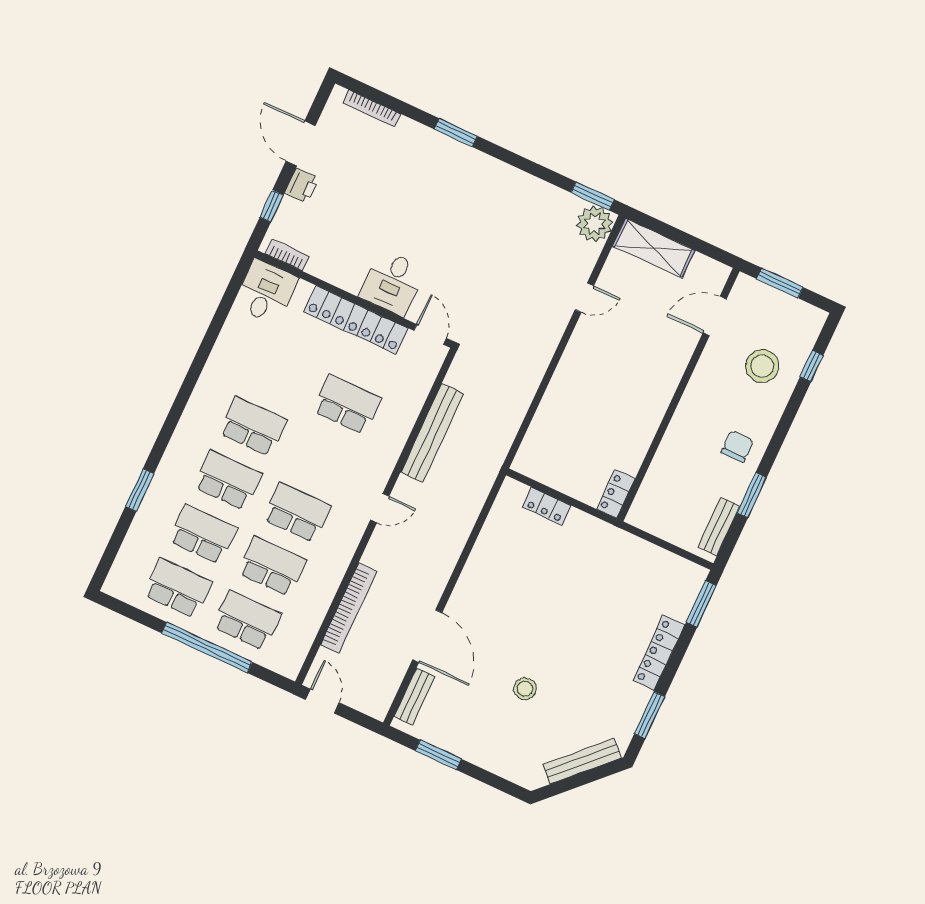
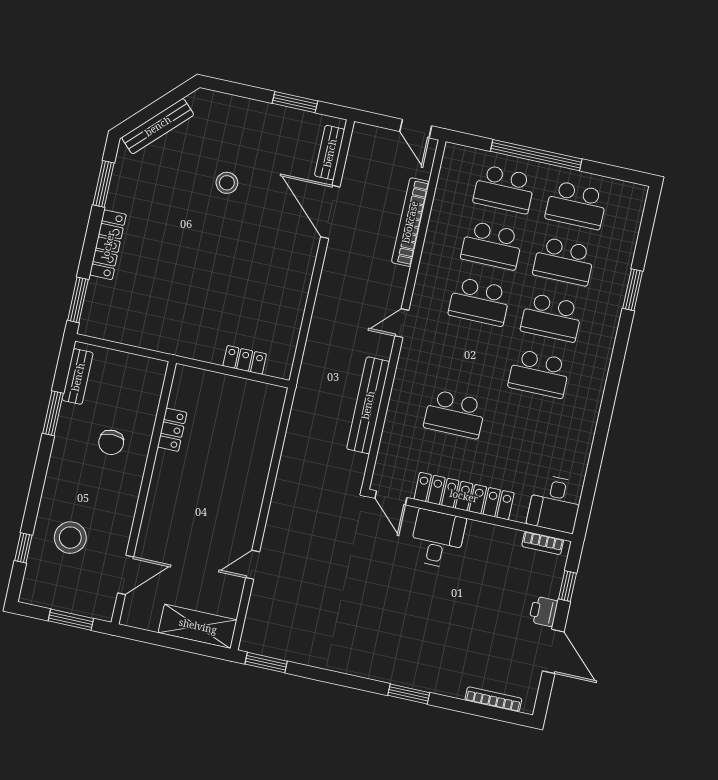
plant: (595, 224) -> (259, 637), removed
chair: (737, 446) -> (111, 442), moved
locker: (616, 494) -> (172, 430), moved

